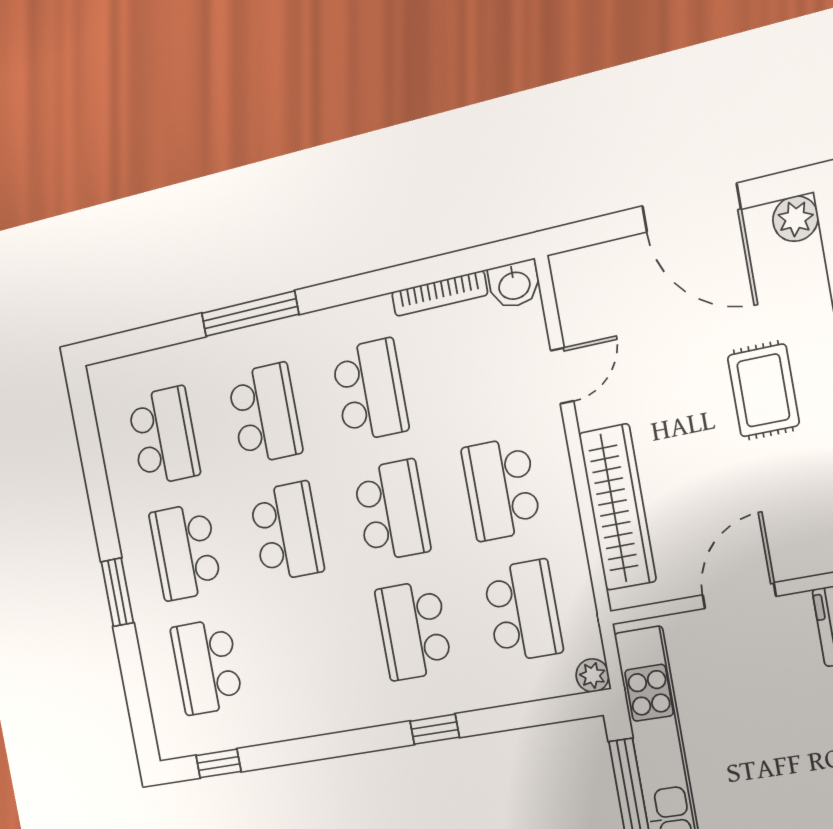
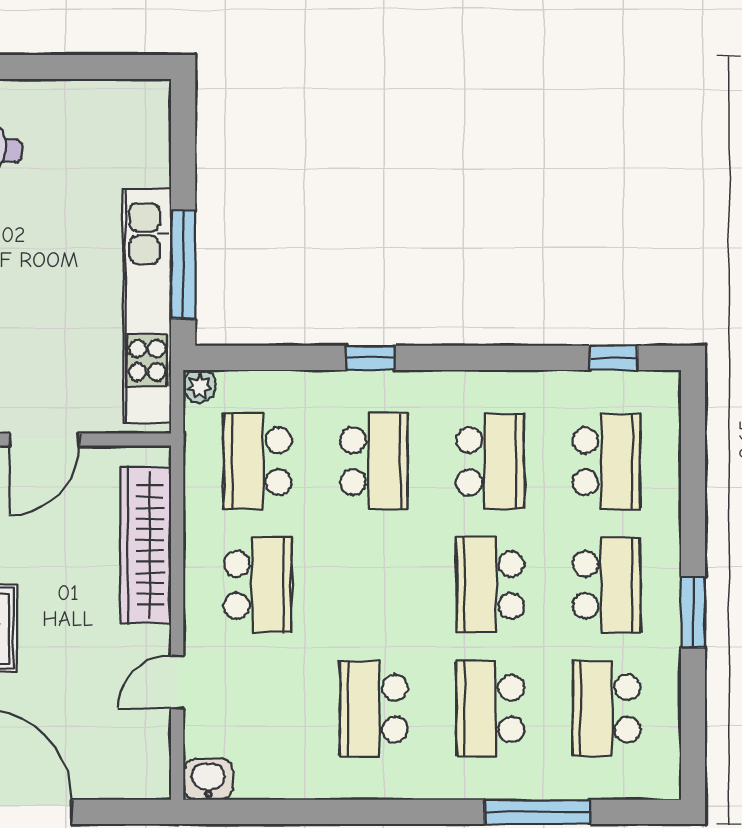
bookcase: (439, 294) -> (285, 788), removed
window: (250, 314) -> (537, 812), moved
school desk: (392, 511) -> (490, 461), moved, turned 180
window: (117, 592) -> (693, 612), moved

